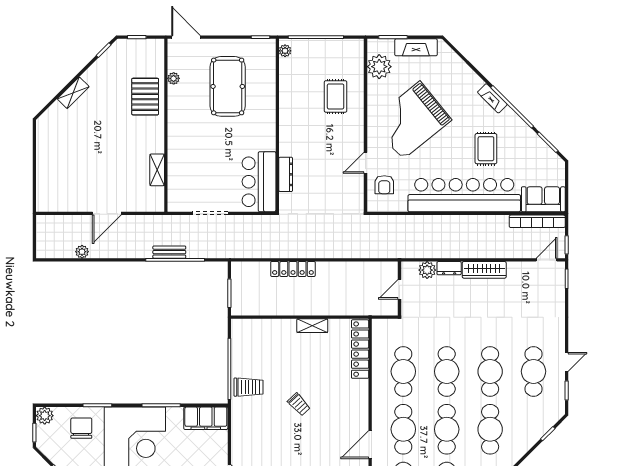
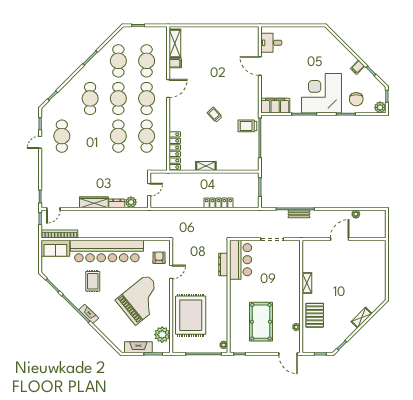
rug: (336, 96) -> (191, 315), width x1.86, depth x2.06
shelving: (157, 170) -> (307, 283), moved
cafe table: (490, 371) -> (90, 136), removed

